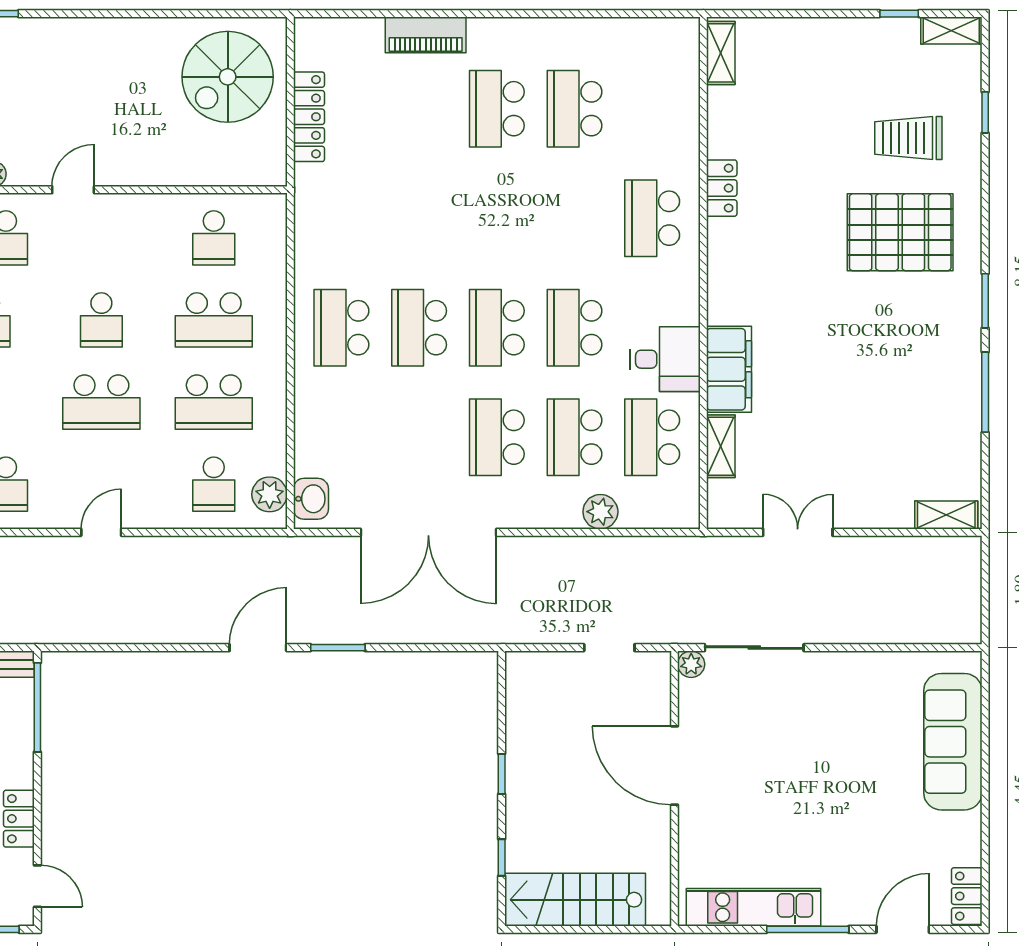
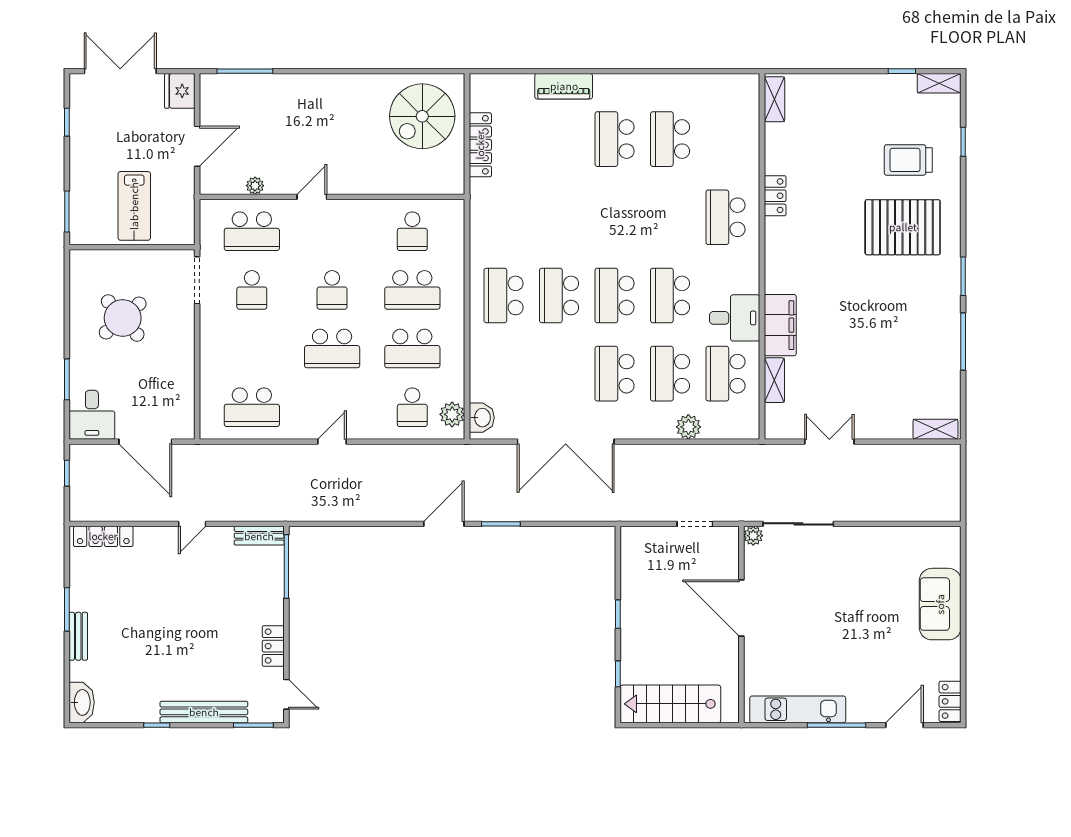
sofa: (953, 742) -> (940, 604), width x0.73

